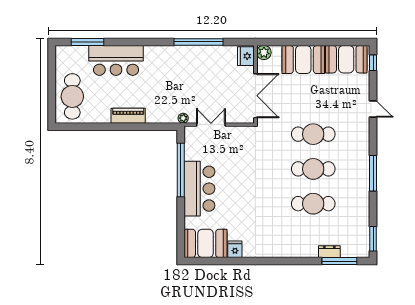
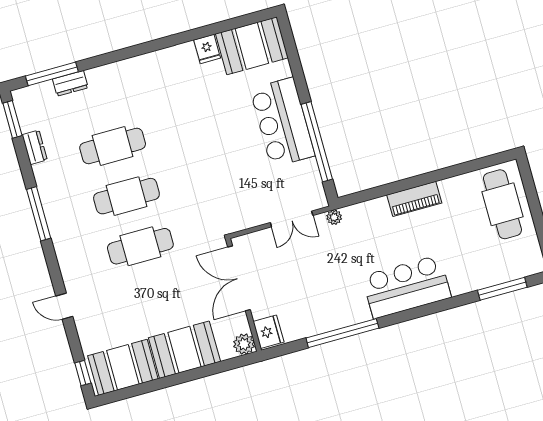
bar counter: (116, 60) -> (407, 287), moved
dresser: (364, 217) -> (35, 147), added

